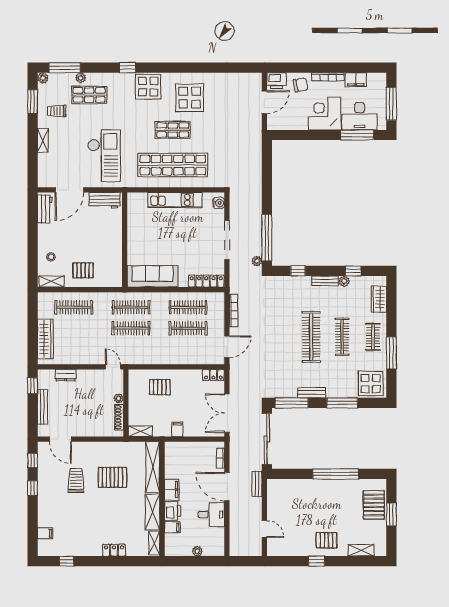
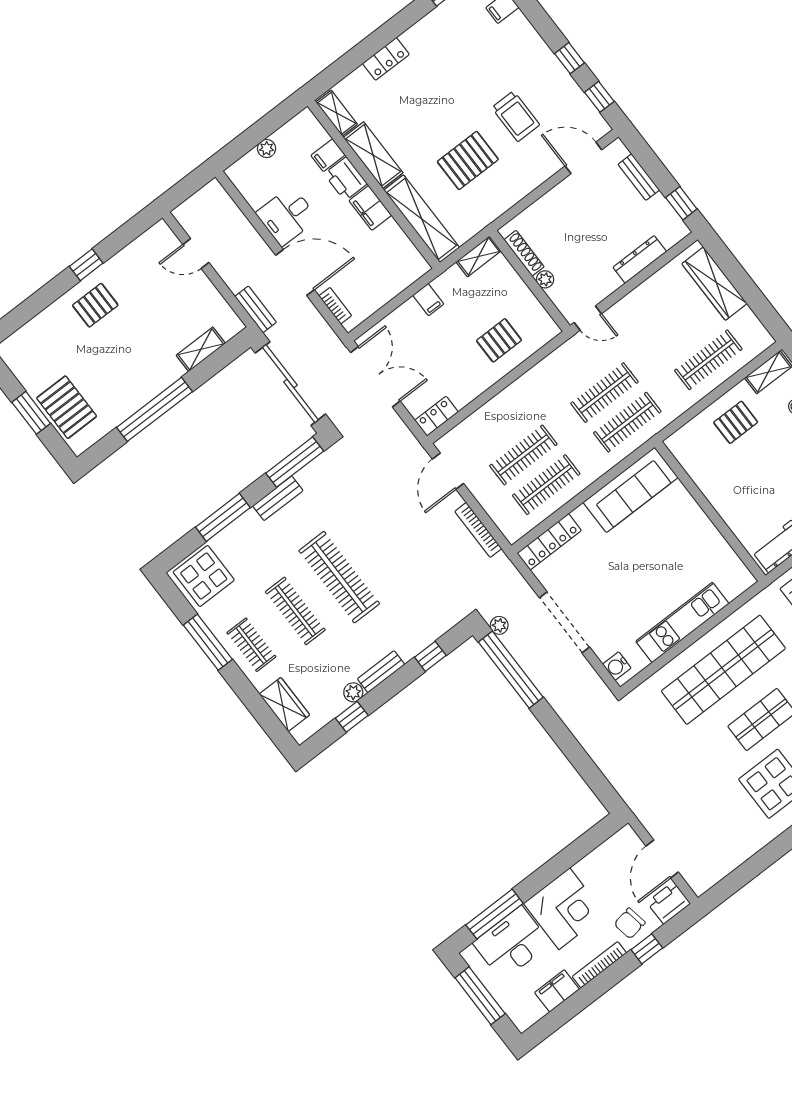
window: (302, 68) -> (647, 949), added
dresser: (66, 375) -> (640, 259), width x1.44
bench: (42, 407) -> (639, 177), width x0.73
shelving: (361, 550) -> (201, 349), moved

